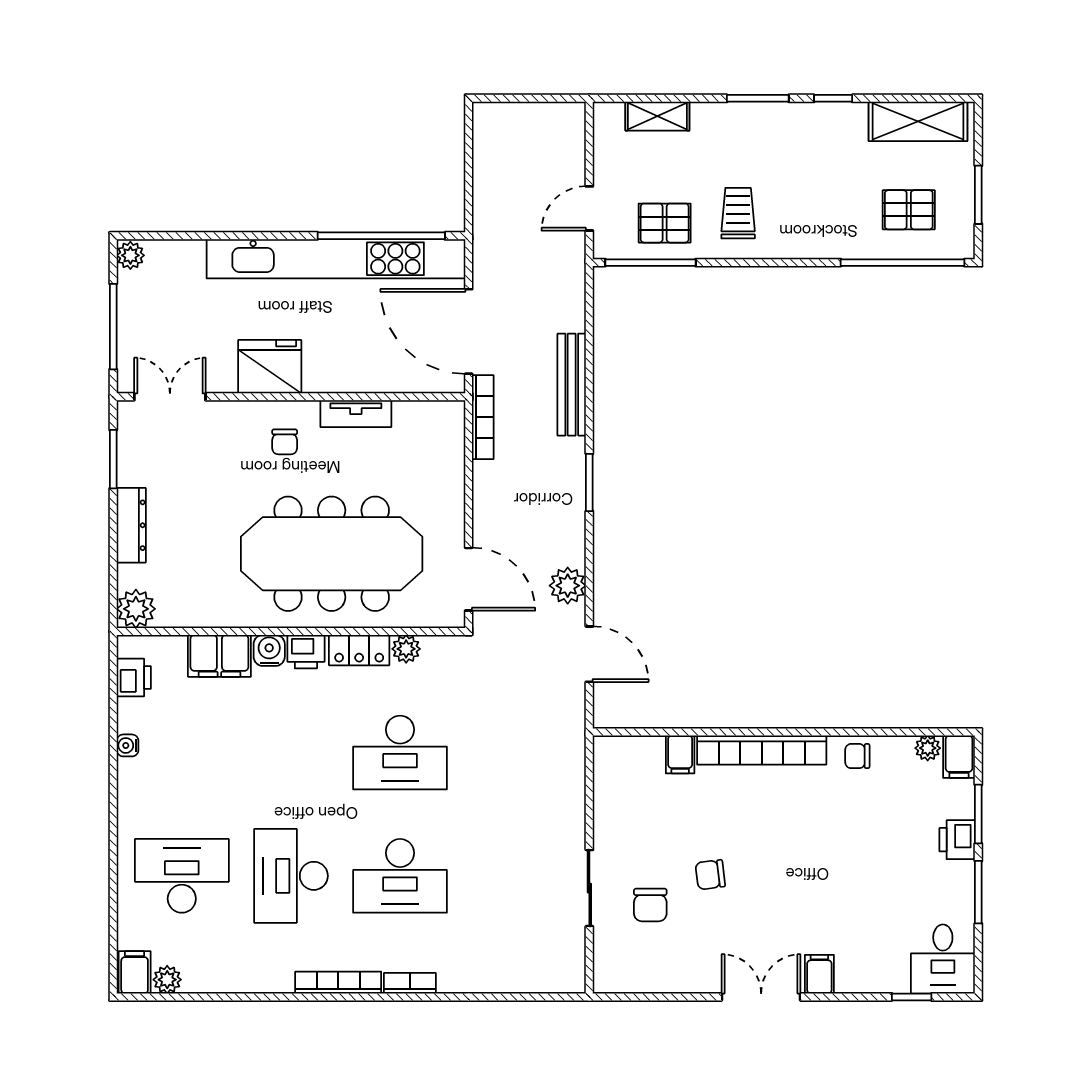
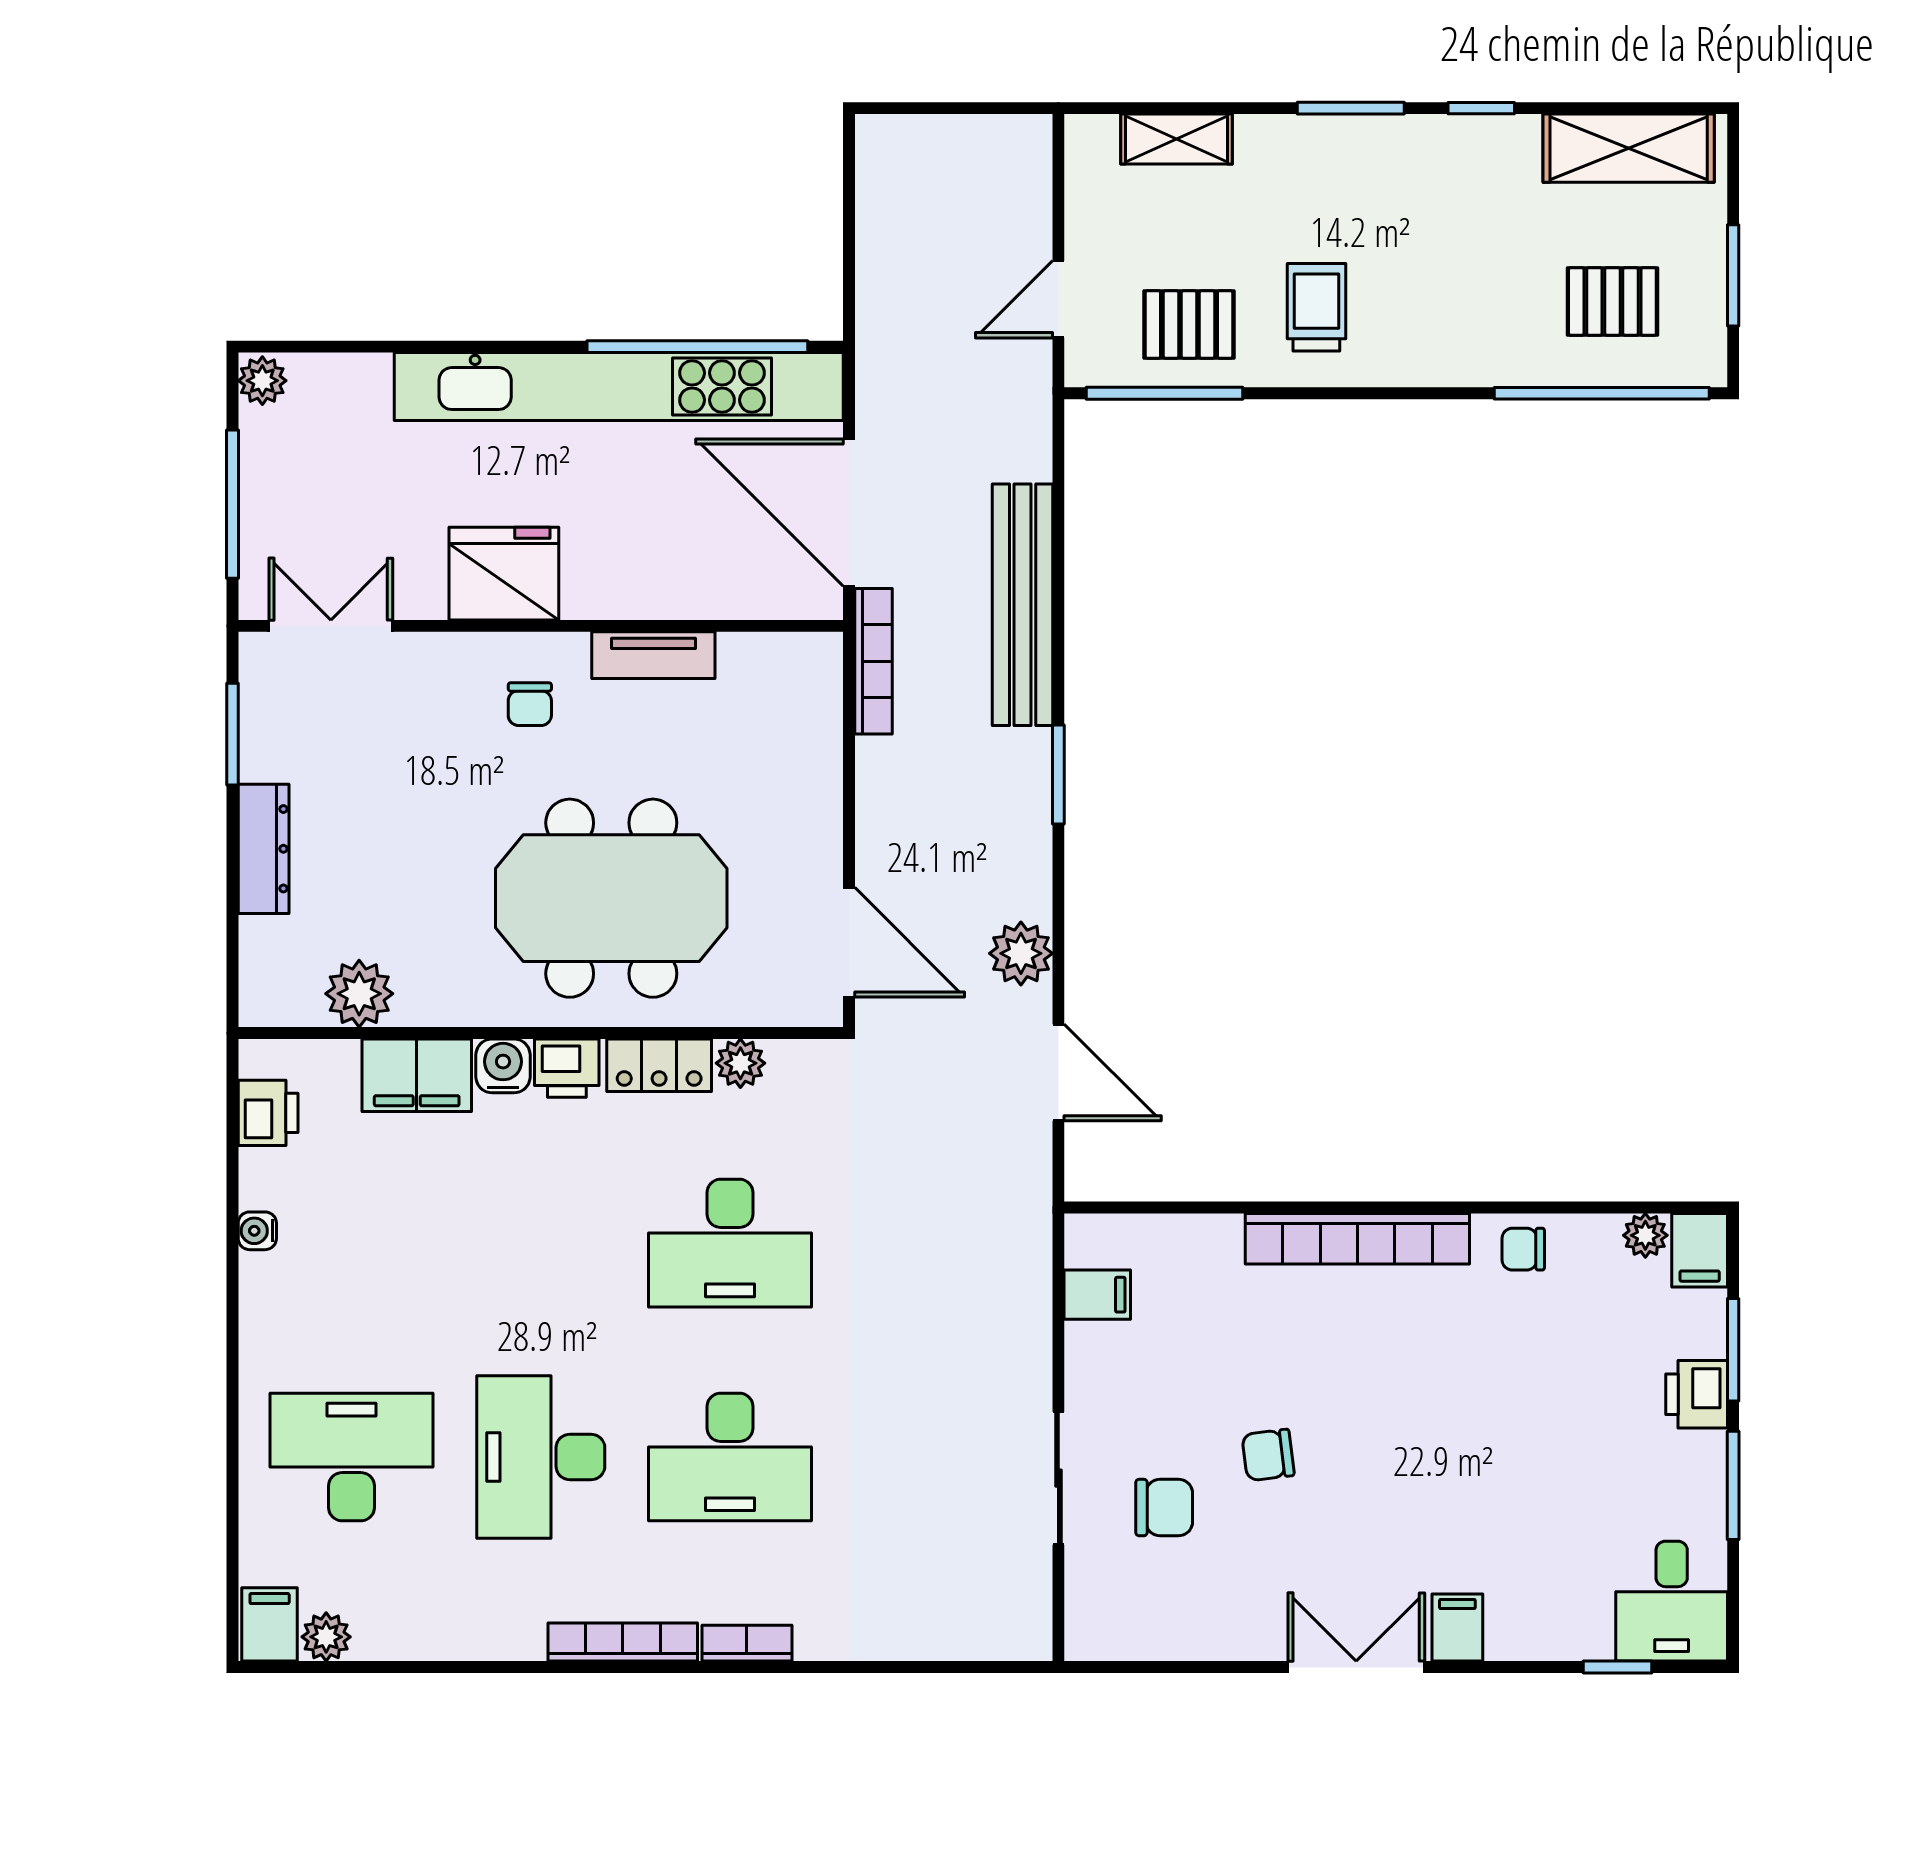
bench: (572, 385) -> (1023, 605), width x1.37, depth x1.21
meeting table: (332, 554) -> (611, 898), width x0.73
plant: (136, 609) -> (359, 994), moved
filing cabinet: (680, 754) -> (1097, 1295), moved, turned -90
chair: (650, 905) -> (1164, 1508), turned -90

